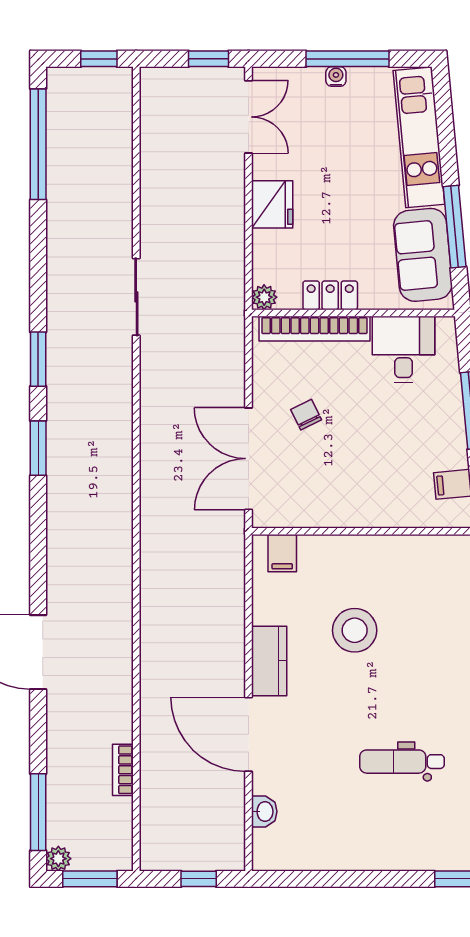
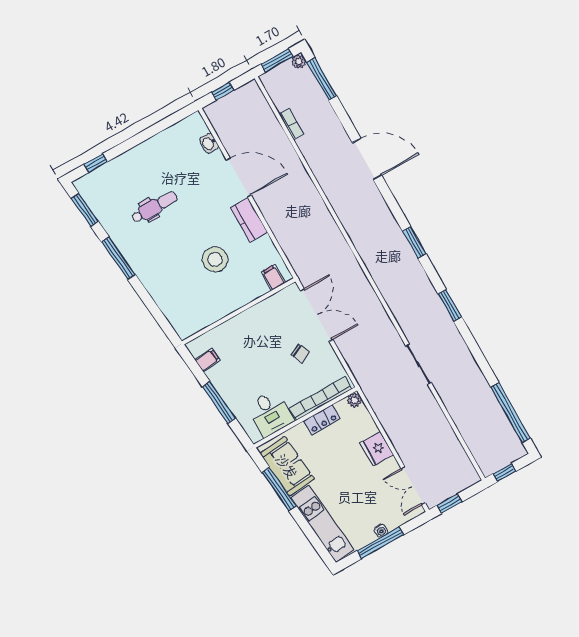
window: (38, 448) -> (414, 242), moved

